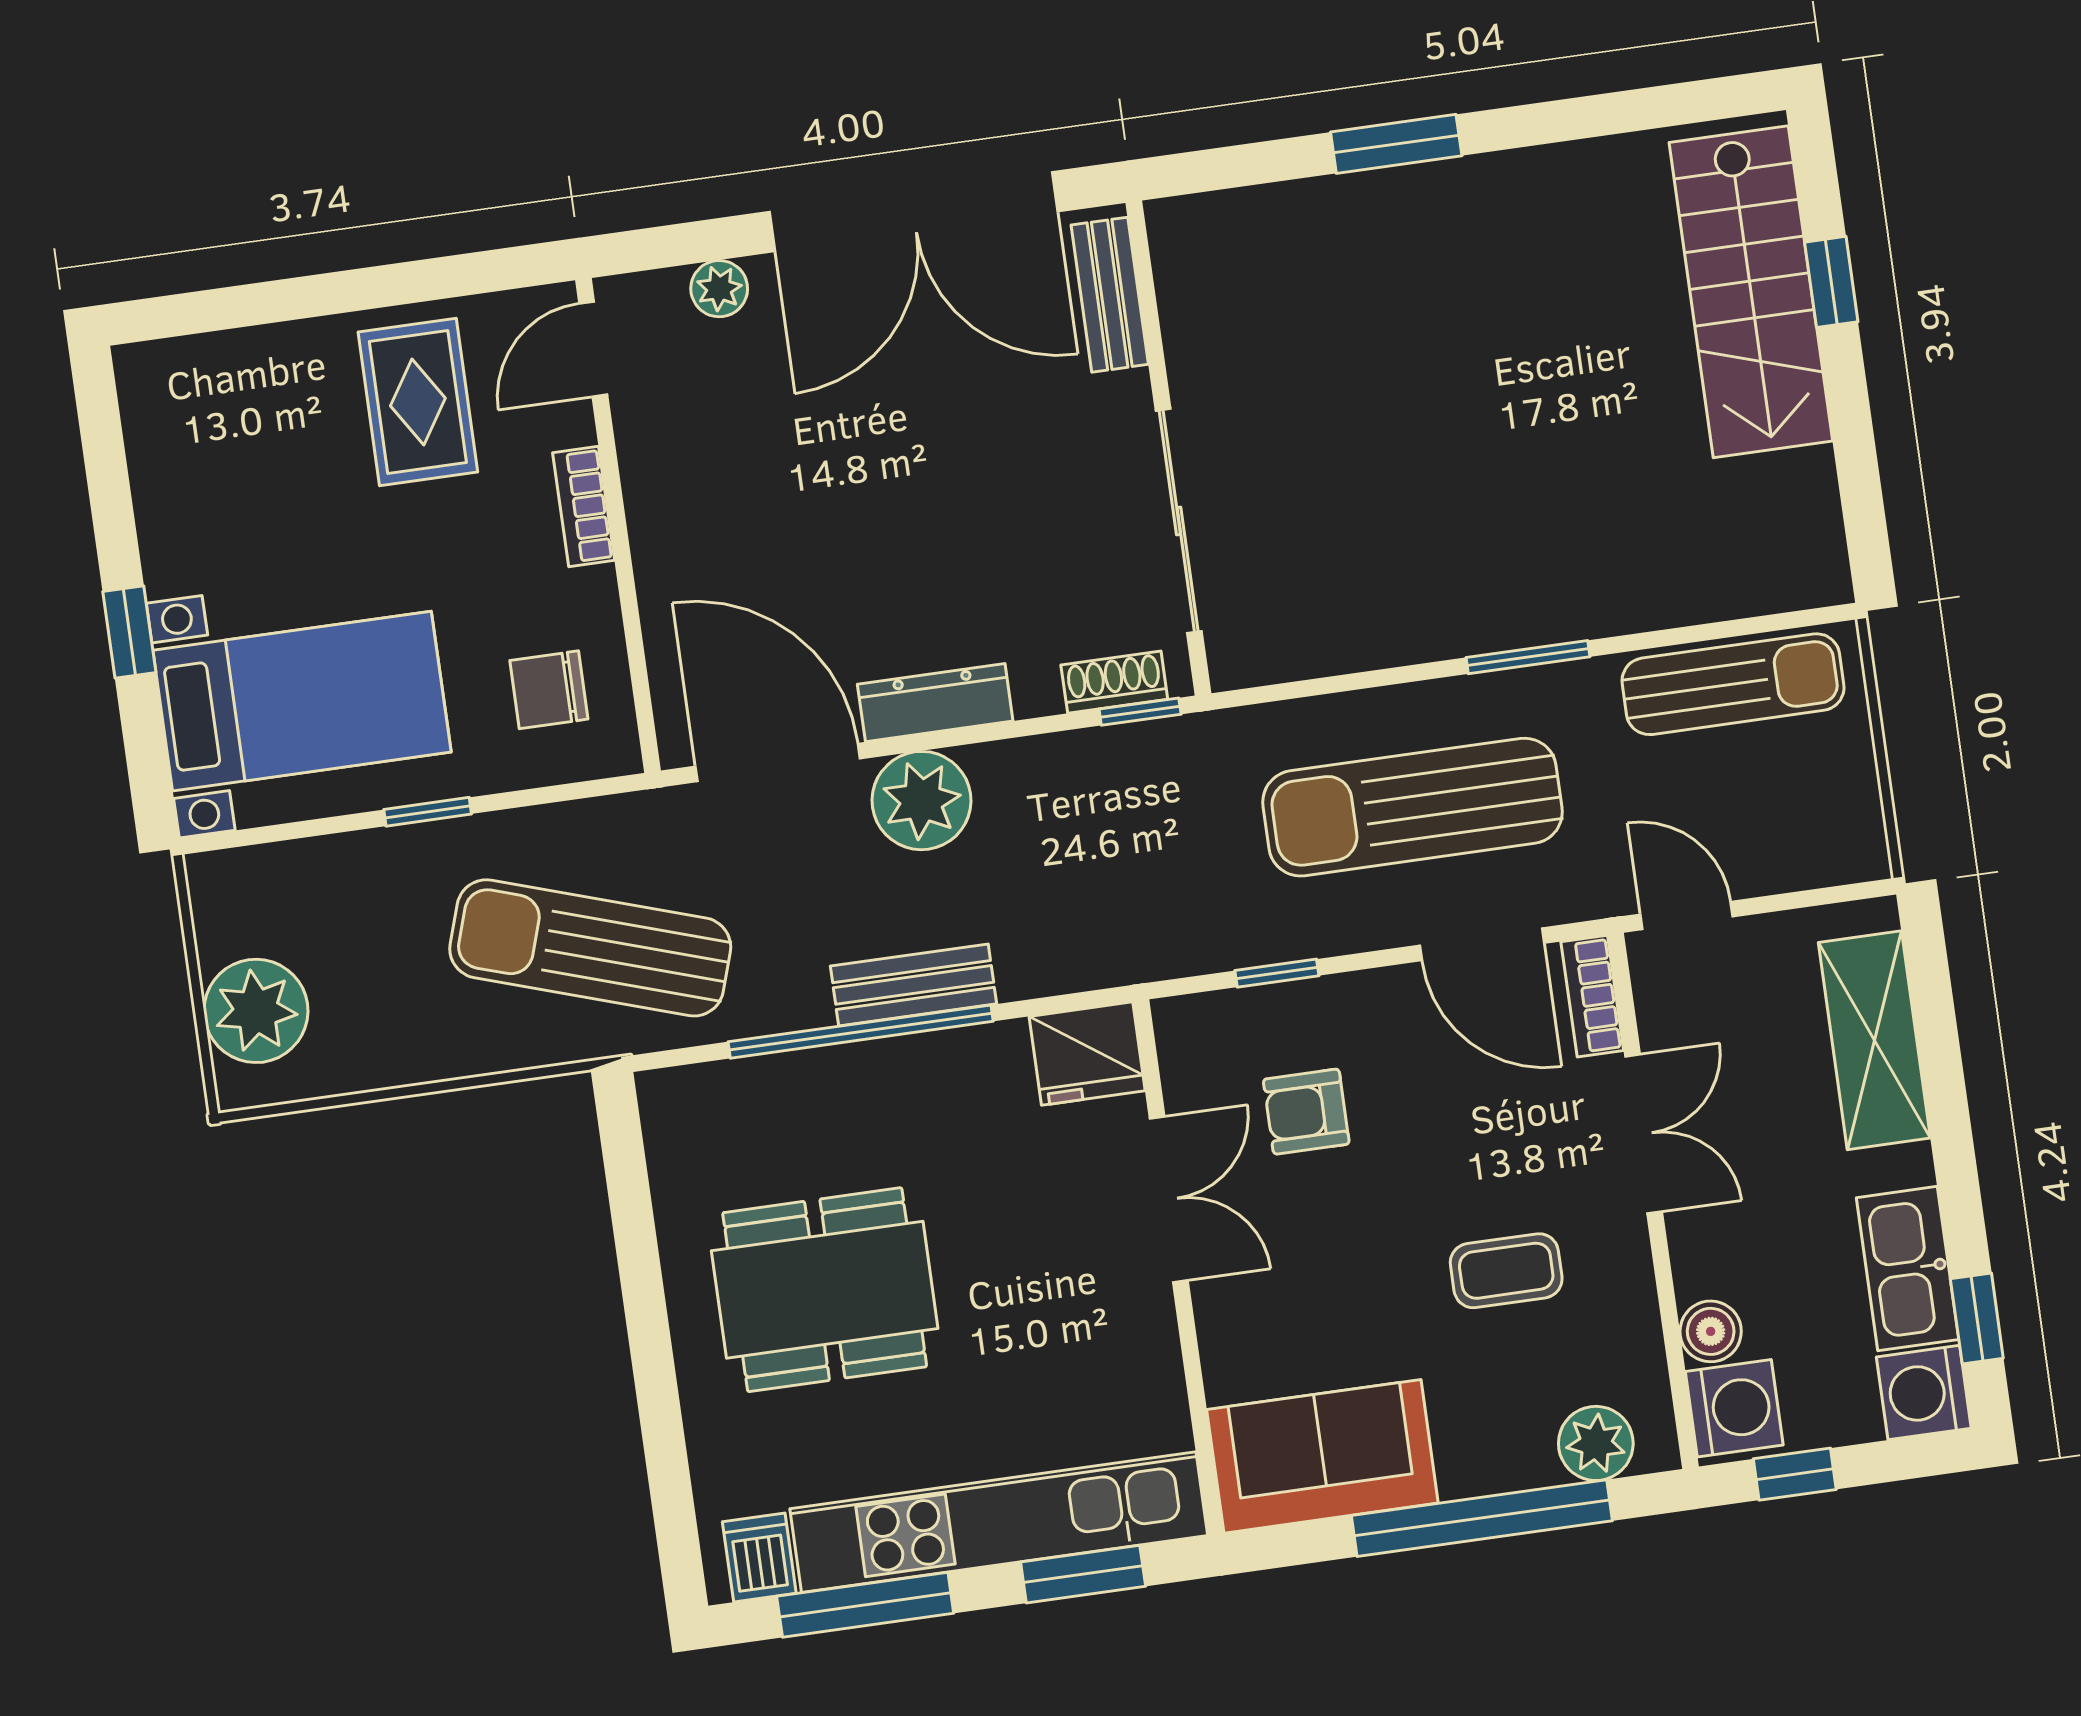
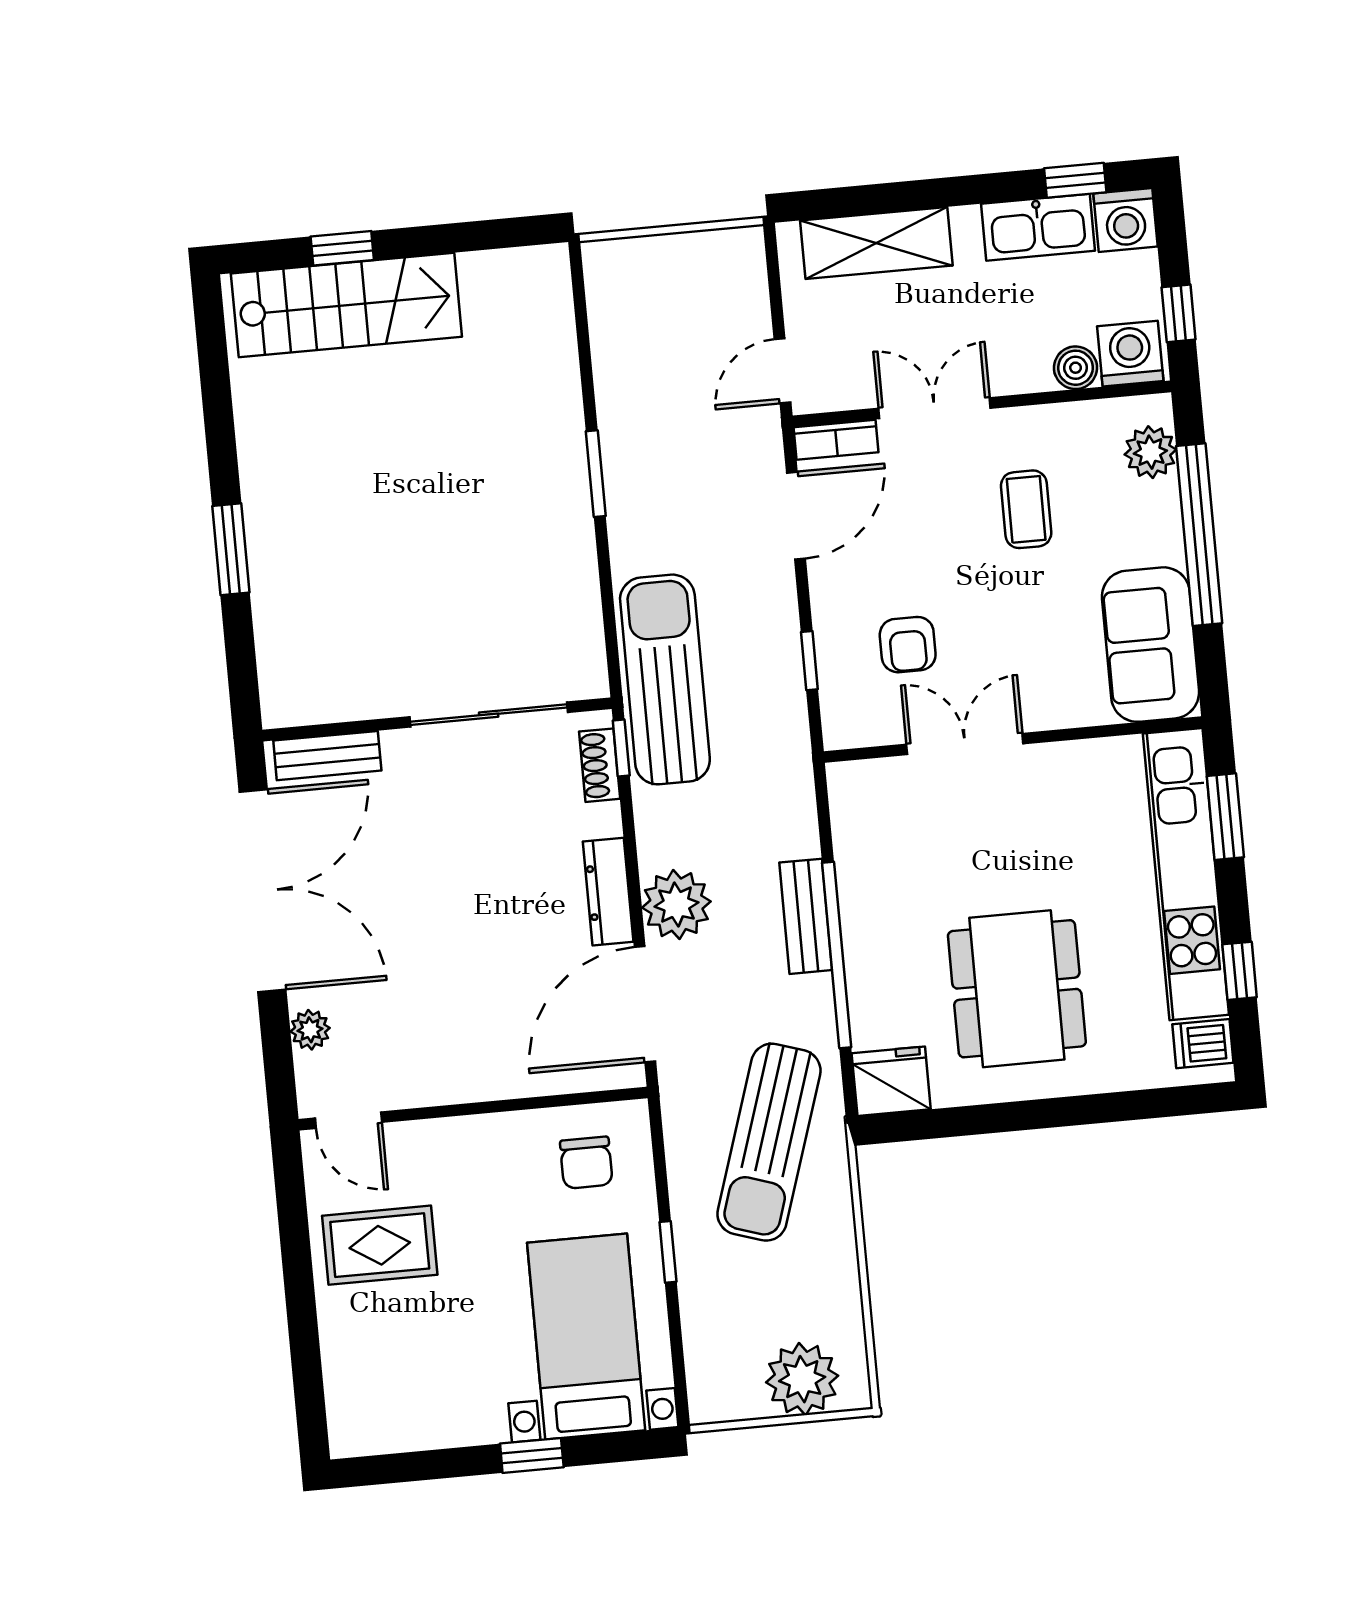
bookcase: (584, 507) -> (459, 1132), removed
sun lounger: (1733, 684) -> (622, 331), removed
sun lounger: (1413, 807) -> (665, 679), moved, turned 180
fridge: (1087, 1054) -> (891, 1081), moved, turned -90
window: (865, 1605) -> (1240, 971), width x0.46

